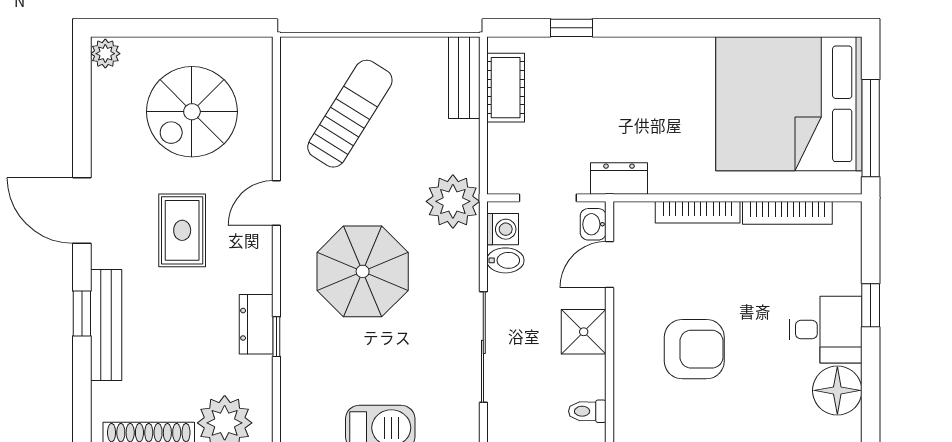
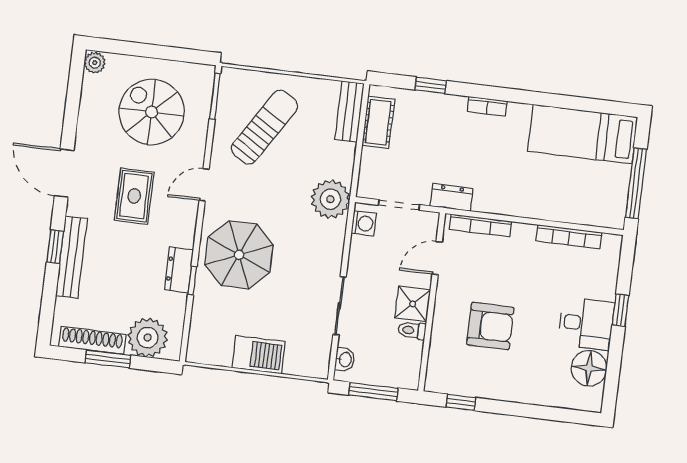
bookcase: (653, 47) -> (487, 106), added
window: (276, 79) -> (215, 96), added
bed: (789, 104) -> (583, 134), width x0.49
spiral stairs: (192, 112) -> (152, 112), turned 90
bookcase: (698, 212) -> (481, 225), moved
washbasin: (593, 224) -> (345, 360), moved, turned 180
bidet: (505, 260) -> (363, 246), removed
parasol: (363, 271) -> (239, 255), moved
sliding door: (483, 347) -> (339, 306), width x0.73
toilet: (587, 411) -> (412, 330), moved

